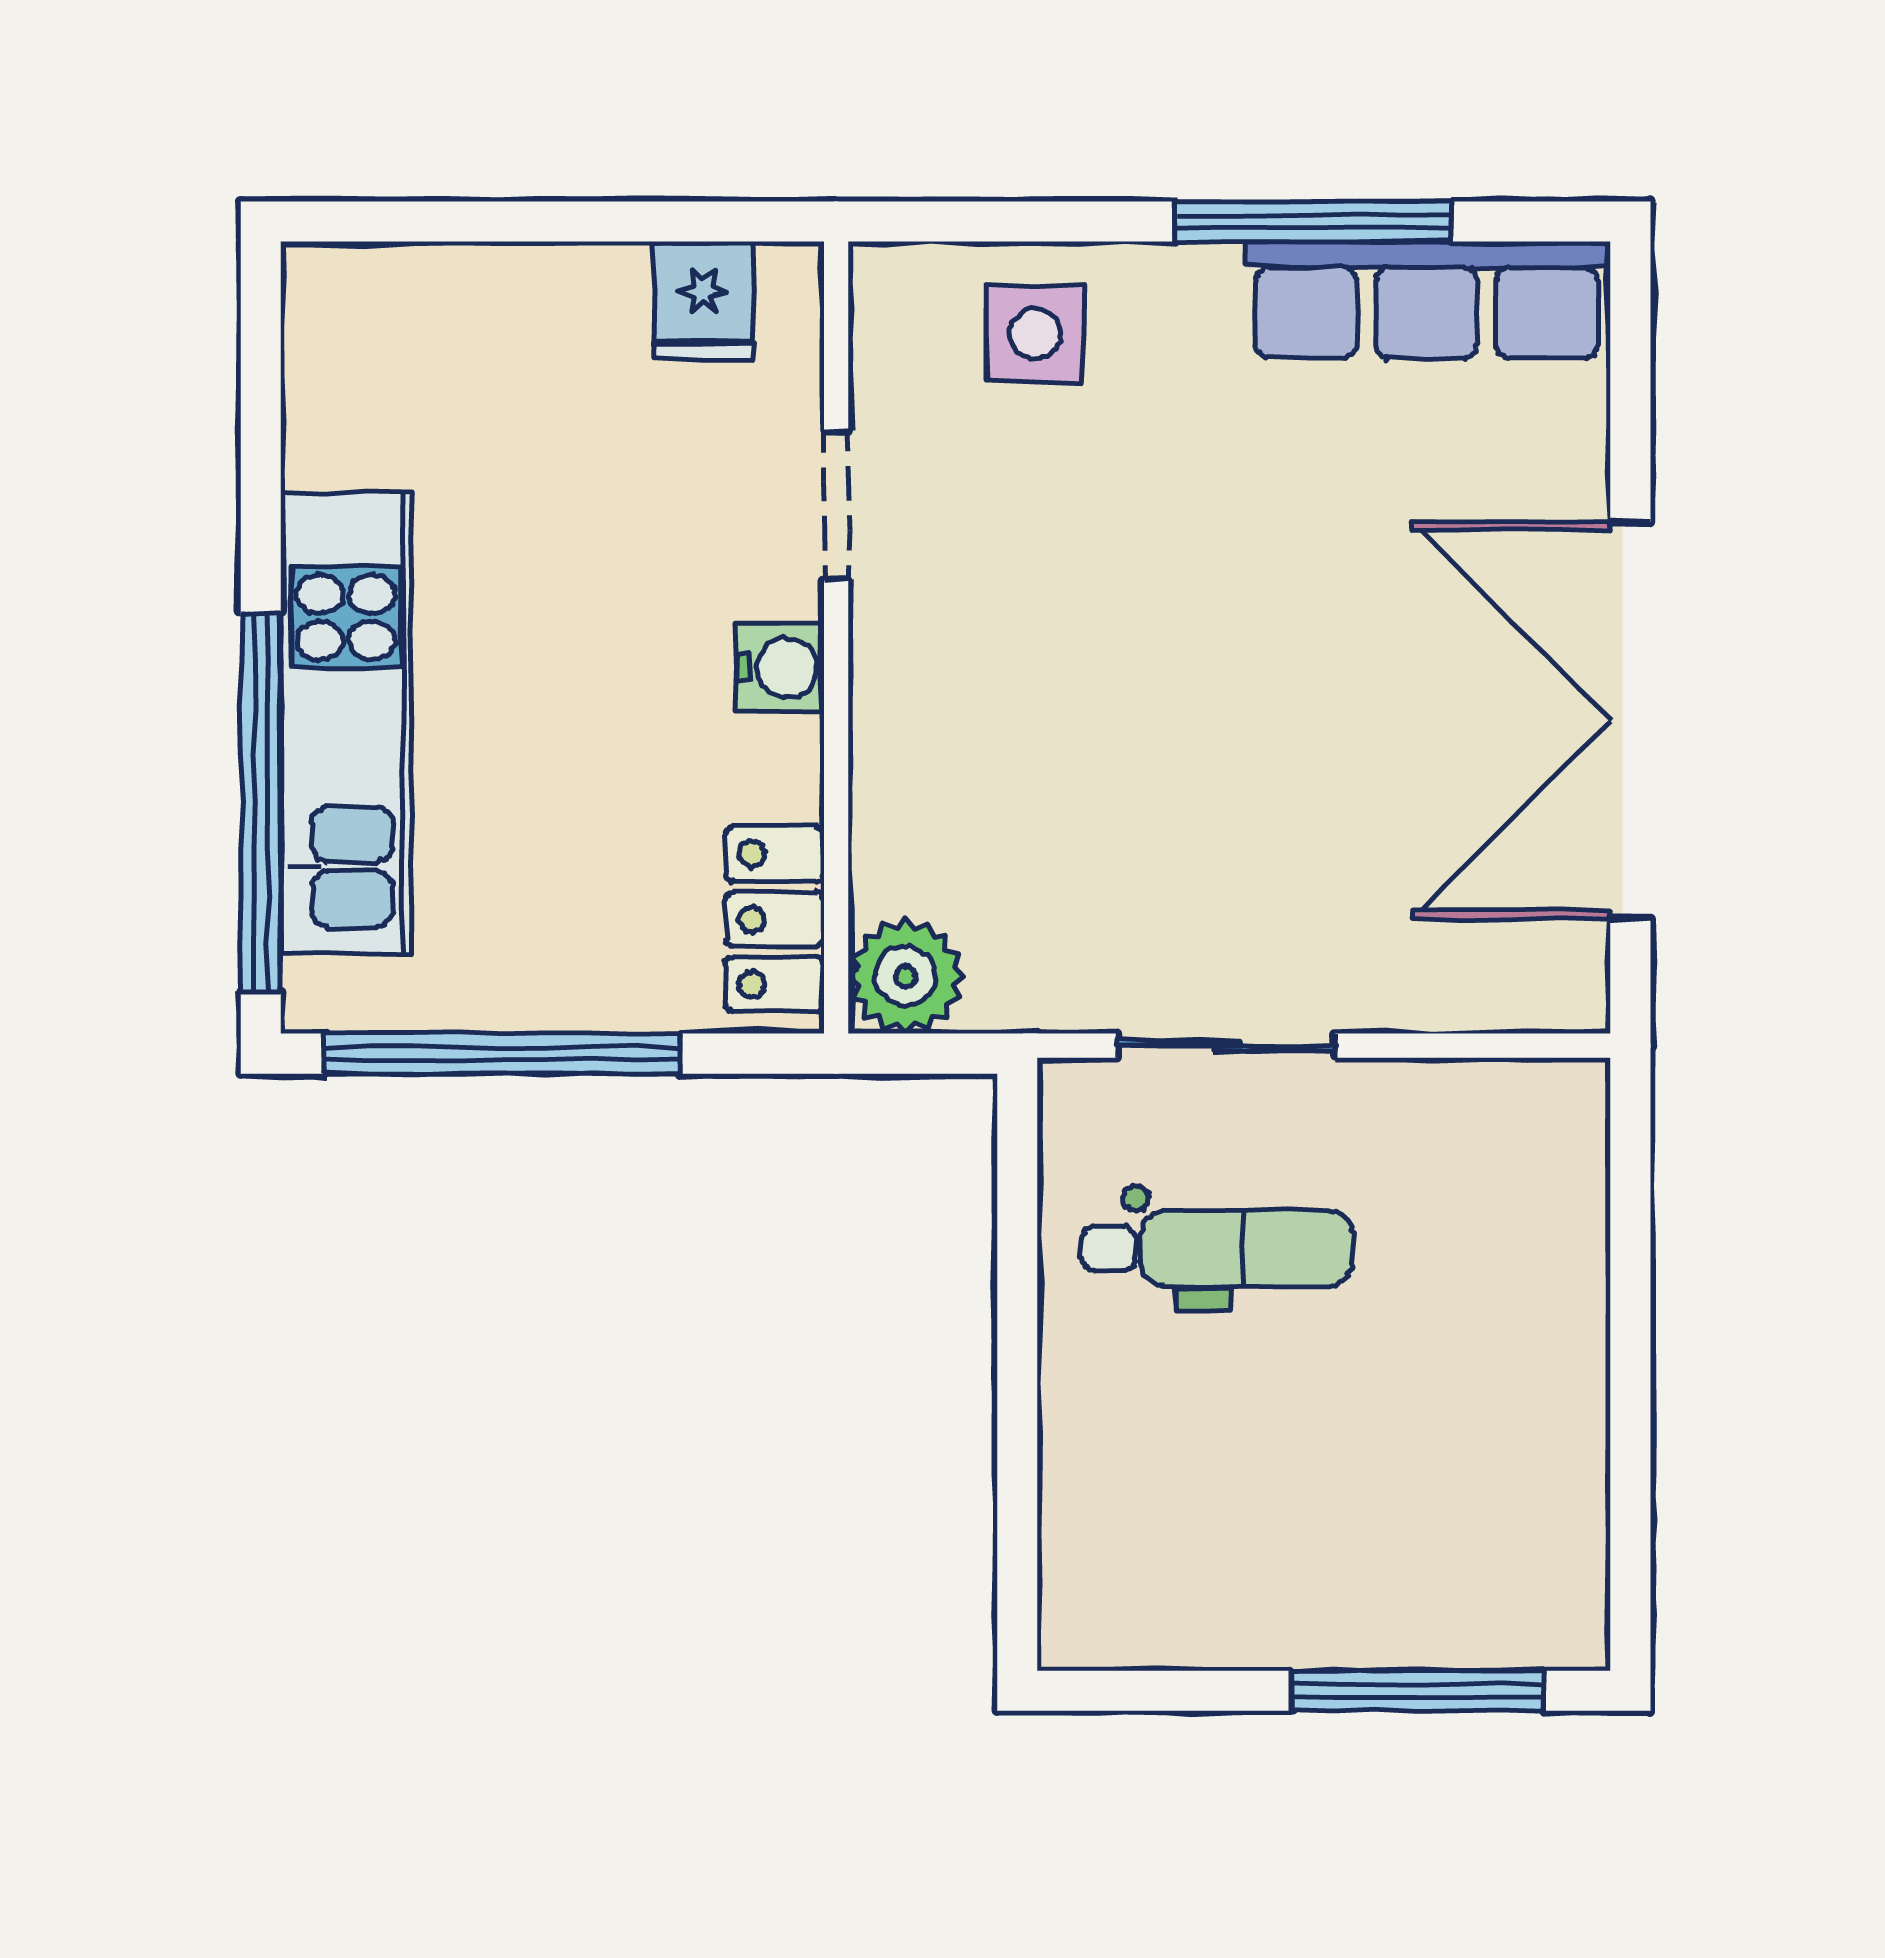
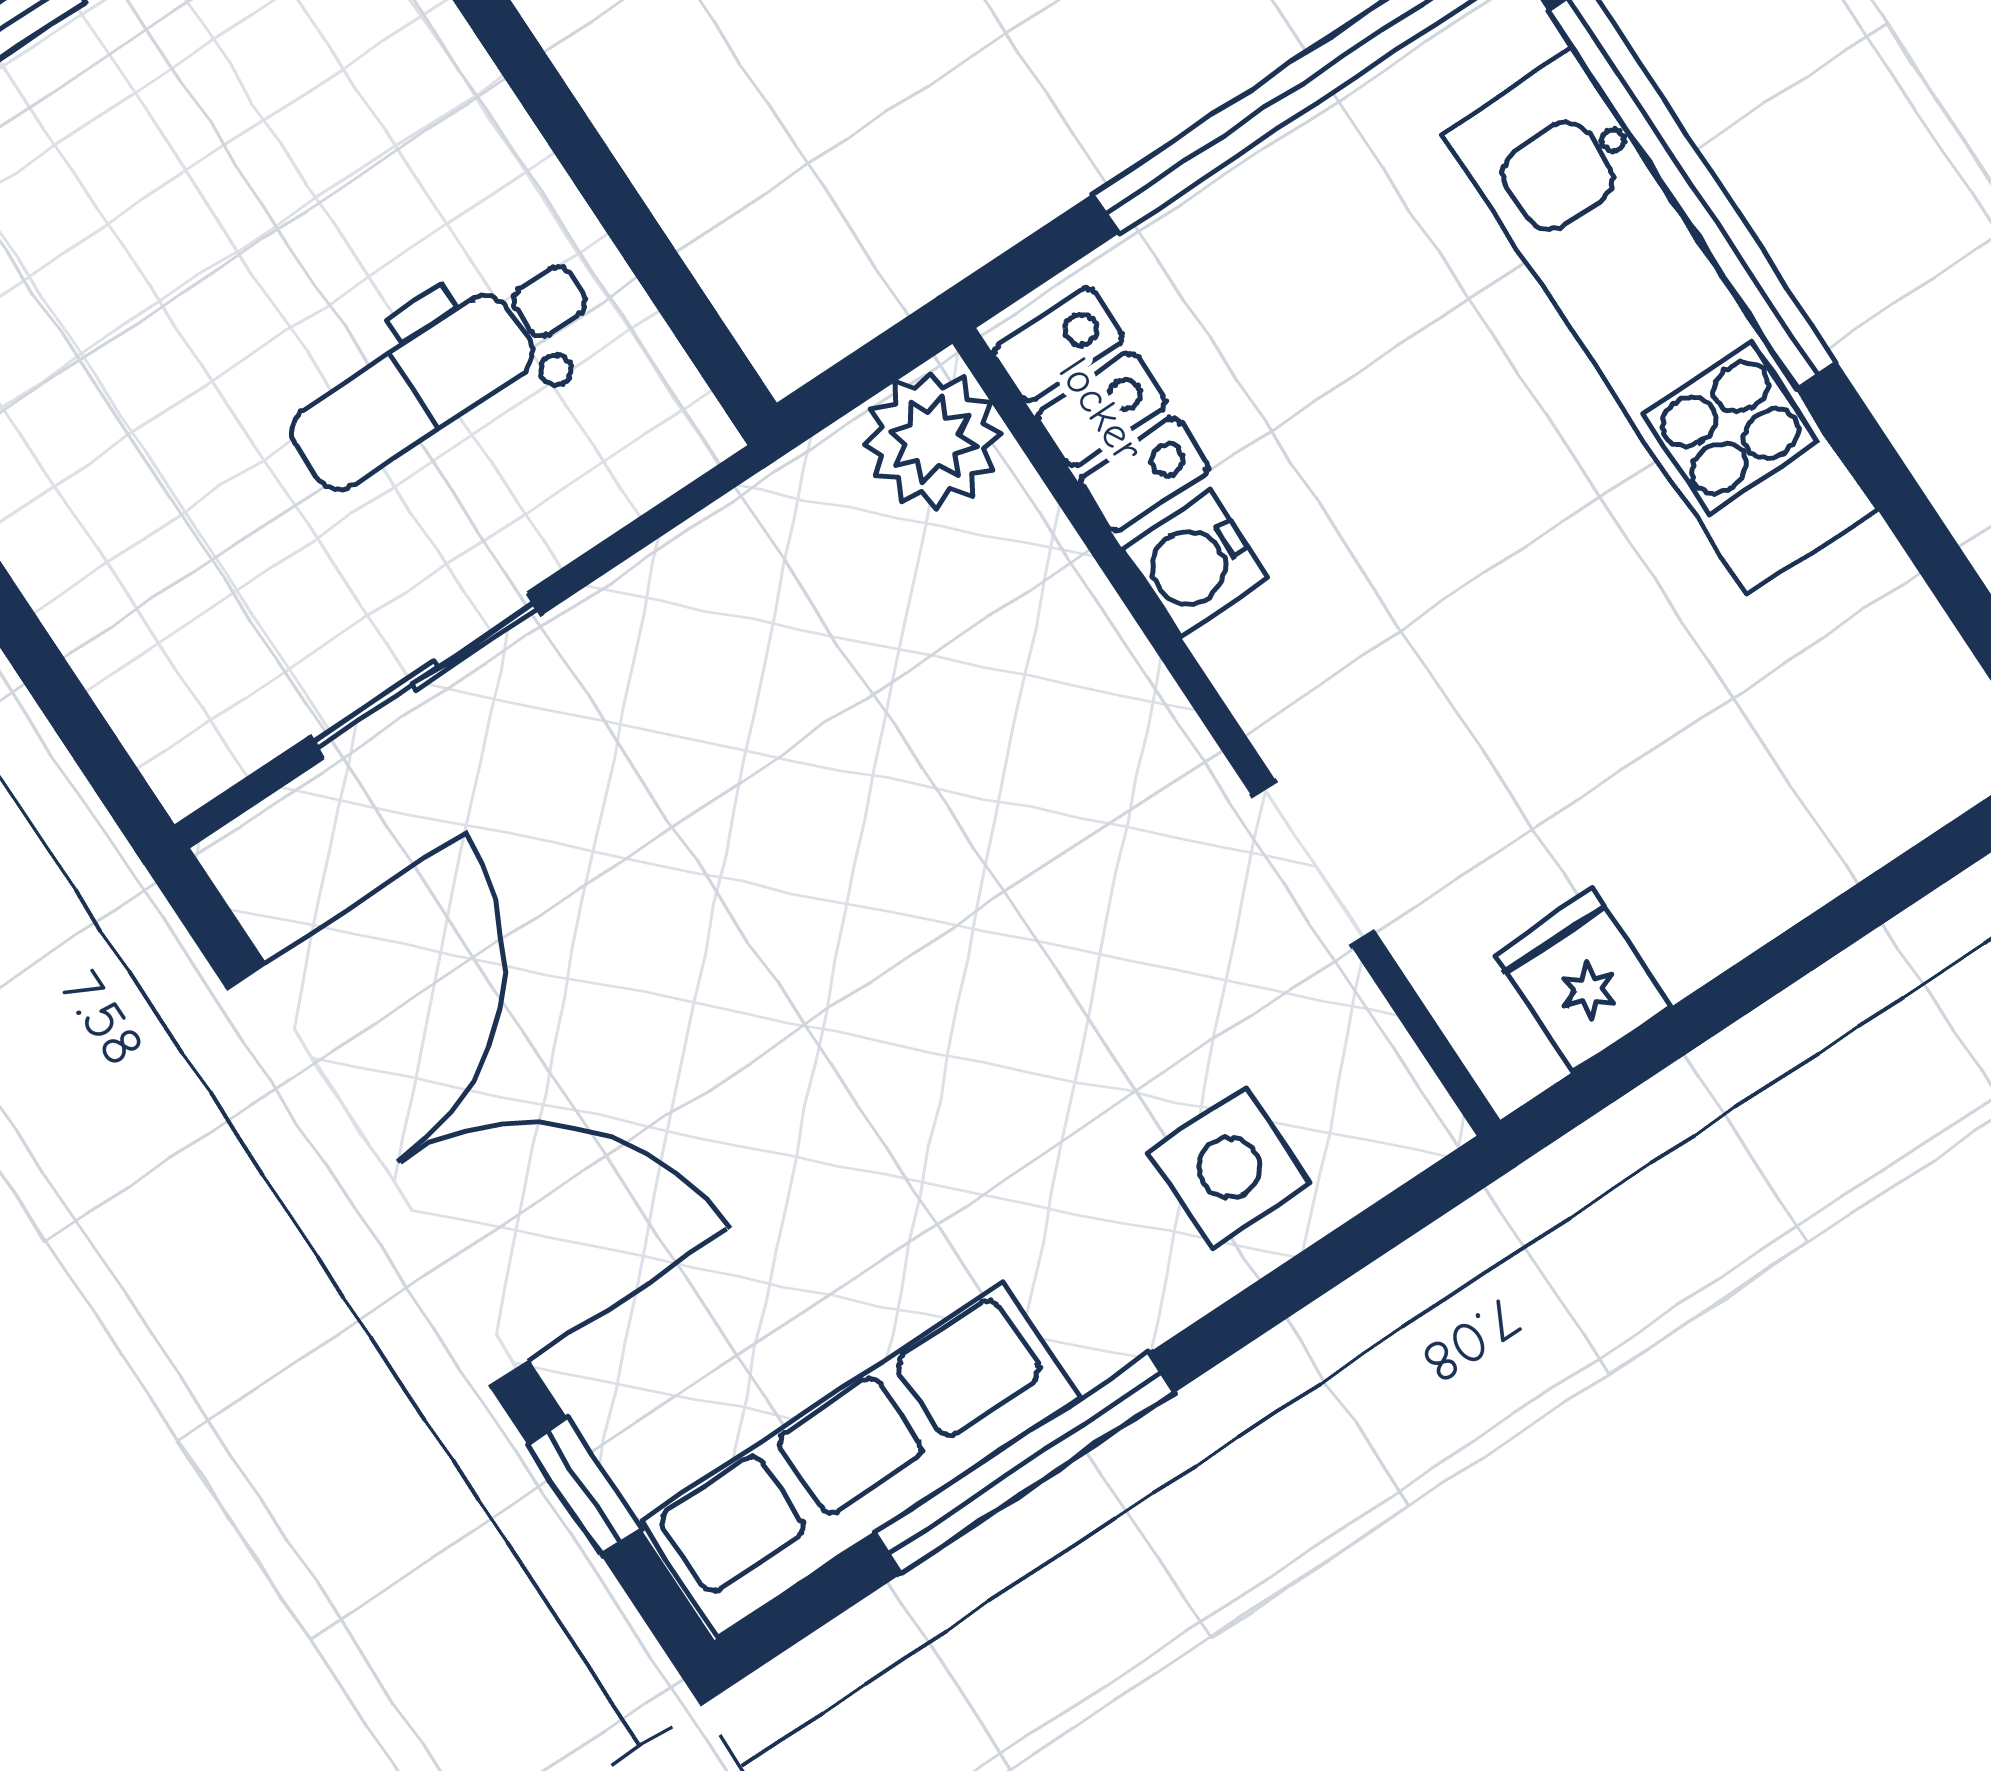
window: (1630, 408) -> (584, 1487), added
water cooler: (780, 668) -> (1195, 563), moved
sliding door: (1226, 1046) -> (425, 675), moved

